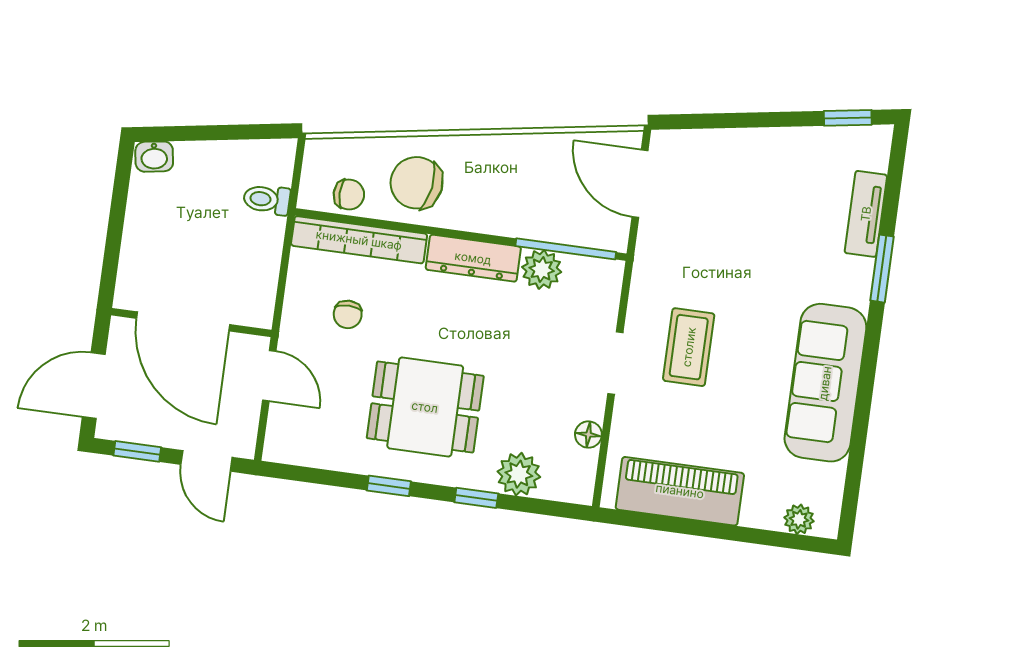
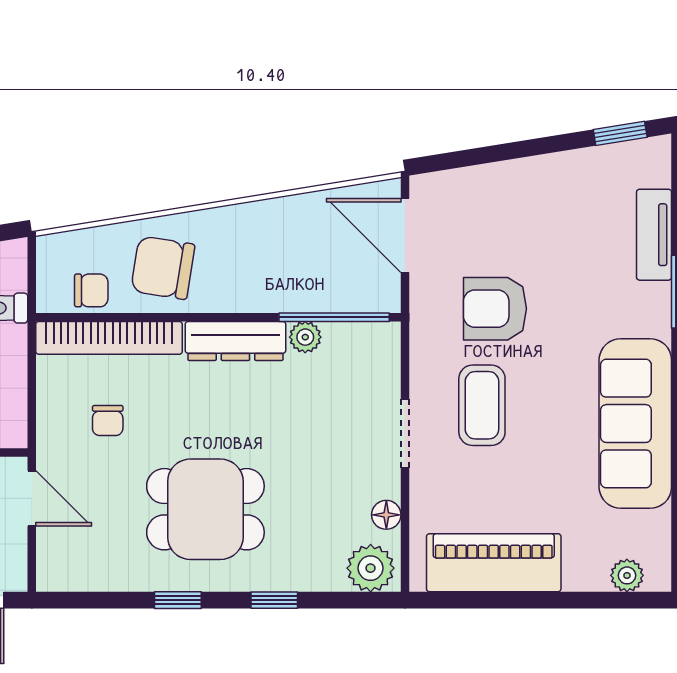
armchair: (713, 261) -> (495, 309), added
plant: (542, 269) -> (305, 337), width x0.73, depth x0.73
plant: (519, 474) -> (371, 568), moved

